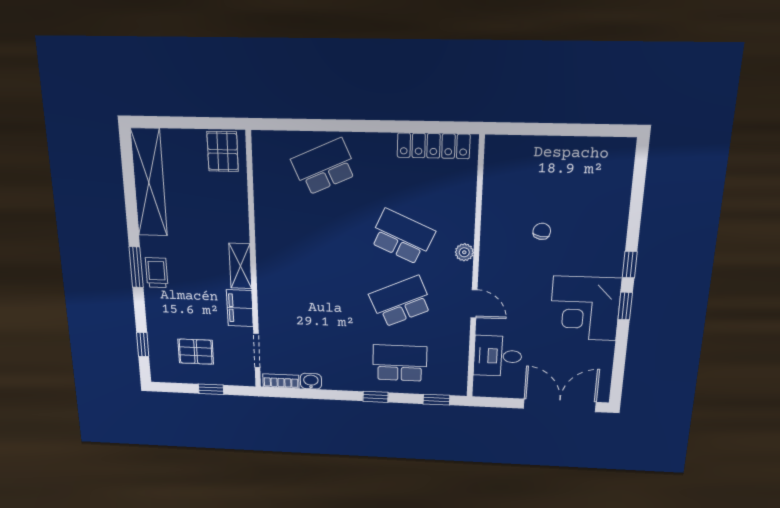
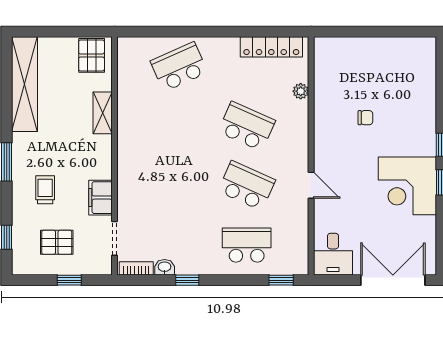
chair: (542, 231) -> (365, 118), turned 80
plant: (464, 252) -> (301, 91), moved
shelving: (240, 266) -> (103, 113), moved
trolley: (157, 273) -> (45, 190), moved
school desk: (401, 301) -> (247, 186), turned 48
desk: (498, 356) -> (333, 254), moved, turned -90
window: (376, 397) -> (187, 280), moved

